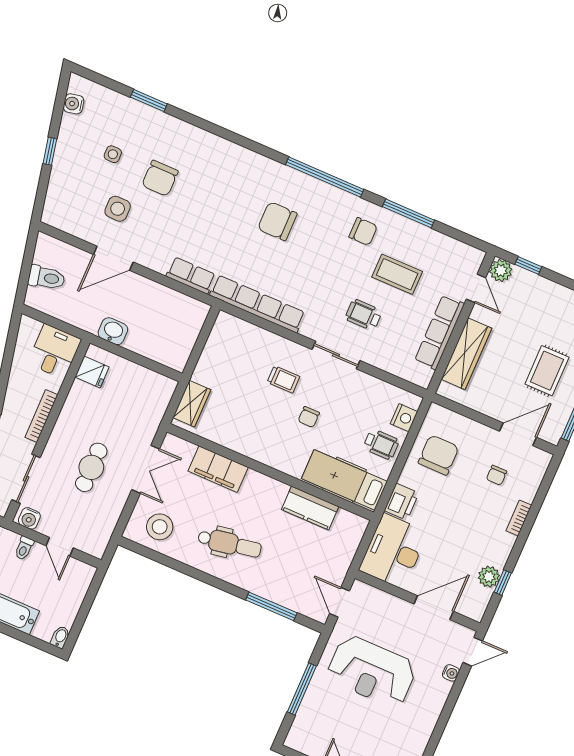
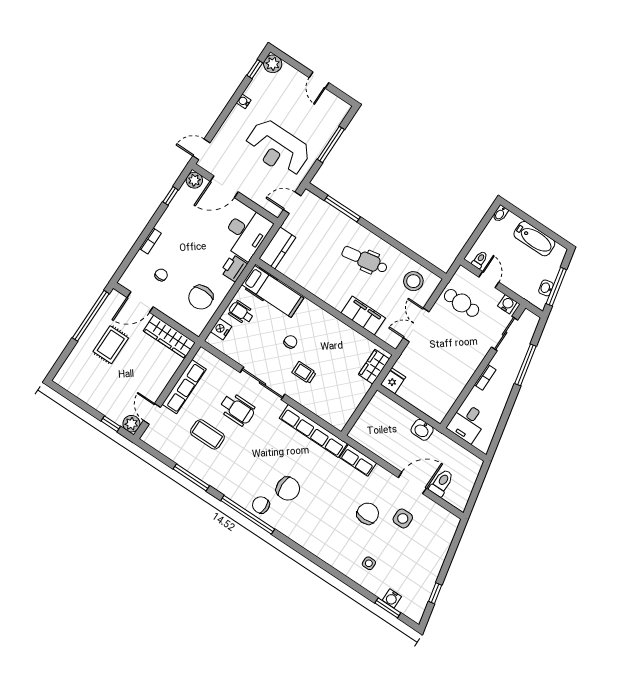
window: (149, 100) -> (388, 608), moved
water cooler: (74, 104) -> (392, 598), moved, turned 102
window: (50, 151) -> (435, 593), moved
side table: (113, 154) -> (369, 563), moved
chair: (160, 178) -> (368, 514), moved
chair: (363, 231) -> (261, 505), moved
toilet: (47, 278) -> (441, 483), moved, turned 102
wheelchair: (363, 315) -> (237, 409), width x1.36, depth x1.37
wardrobe: (466, 354) -> (169, 337), moved, turned -90
sliding door: (336, 355) -> (263, 383), width x1.37
fridge: (92, 372) -> (393, 381), moved, turned 90
bookcase: (41, 416) -> (485, 377), width x0.64
cafe table: (91, 467) -> (462, 303), moved, turned 90
kitchen counter: (310, 508) -> (277, 248), moved, turned 90
toilet: (24, 548) -> (480, 260), moved
plant: (489, 577) -> (194, 180), moved
door: (340, 602) -> (292, 203), swing flipped
reception desk: (372, 671) -> (278, 148), turned 180
water cooler: (451, 673) -> (244, 101), moved

